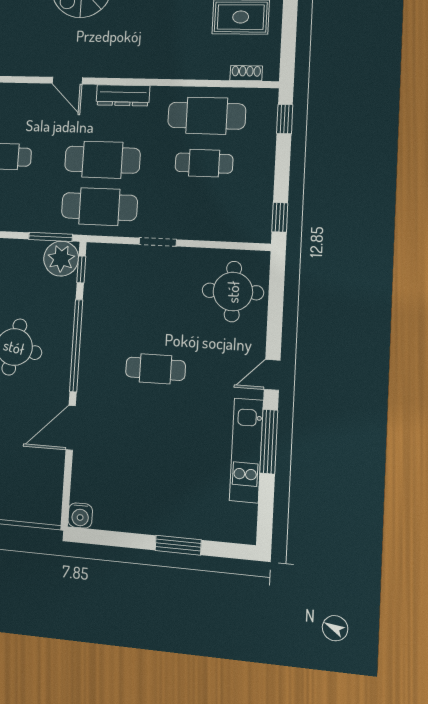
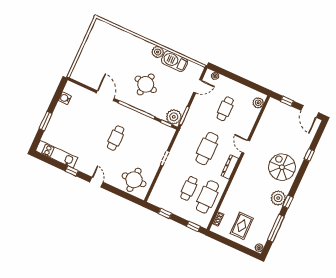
door: (67, 81) -> (246, 147), hinge flipped
cafe table: (99, 207) -> (188, 140), removed
window: (280, 217) -> (165, 213), moved
window: (269, 442) -> (72, 171), width x0.46
kitchen unit: (246, 450) -> (57, 154), moved
water cooler: (80, 516) -> (65, 98), moved

